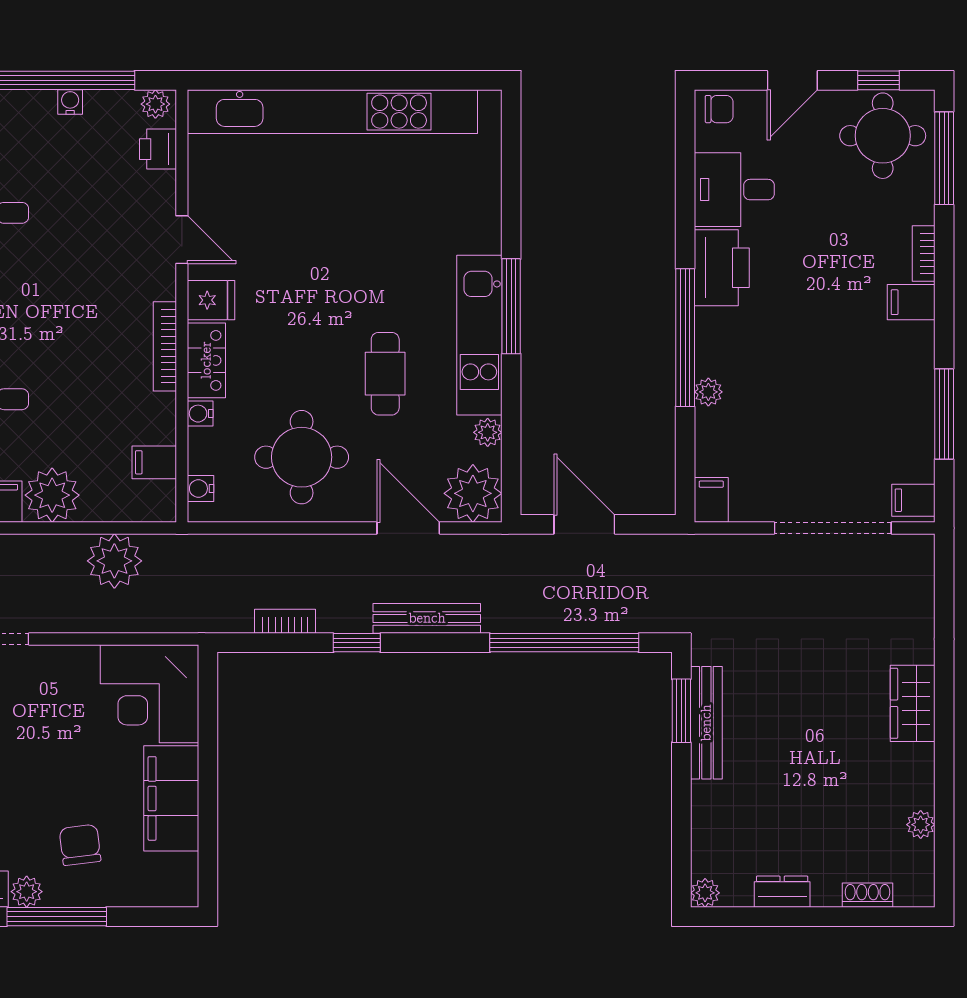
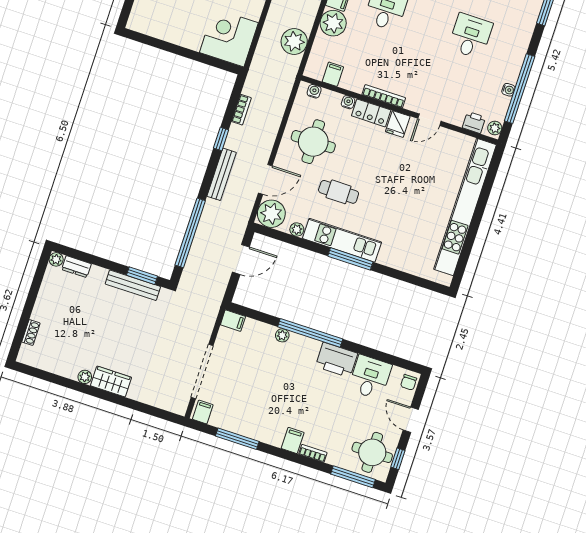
filing cabinet: (171, 798) -> (178, 32), removed
plant: (921, 825) -> (85, 377), moved
dresser: (782, 892) -> (76, 267), moved, turned 90

